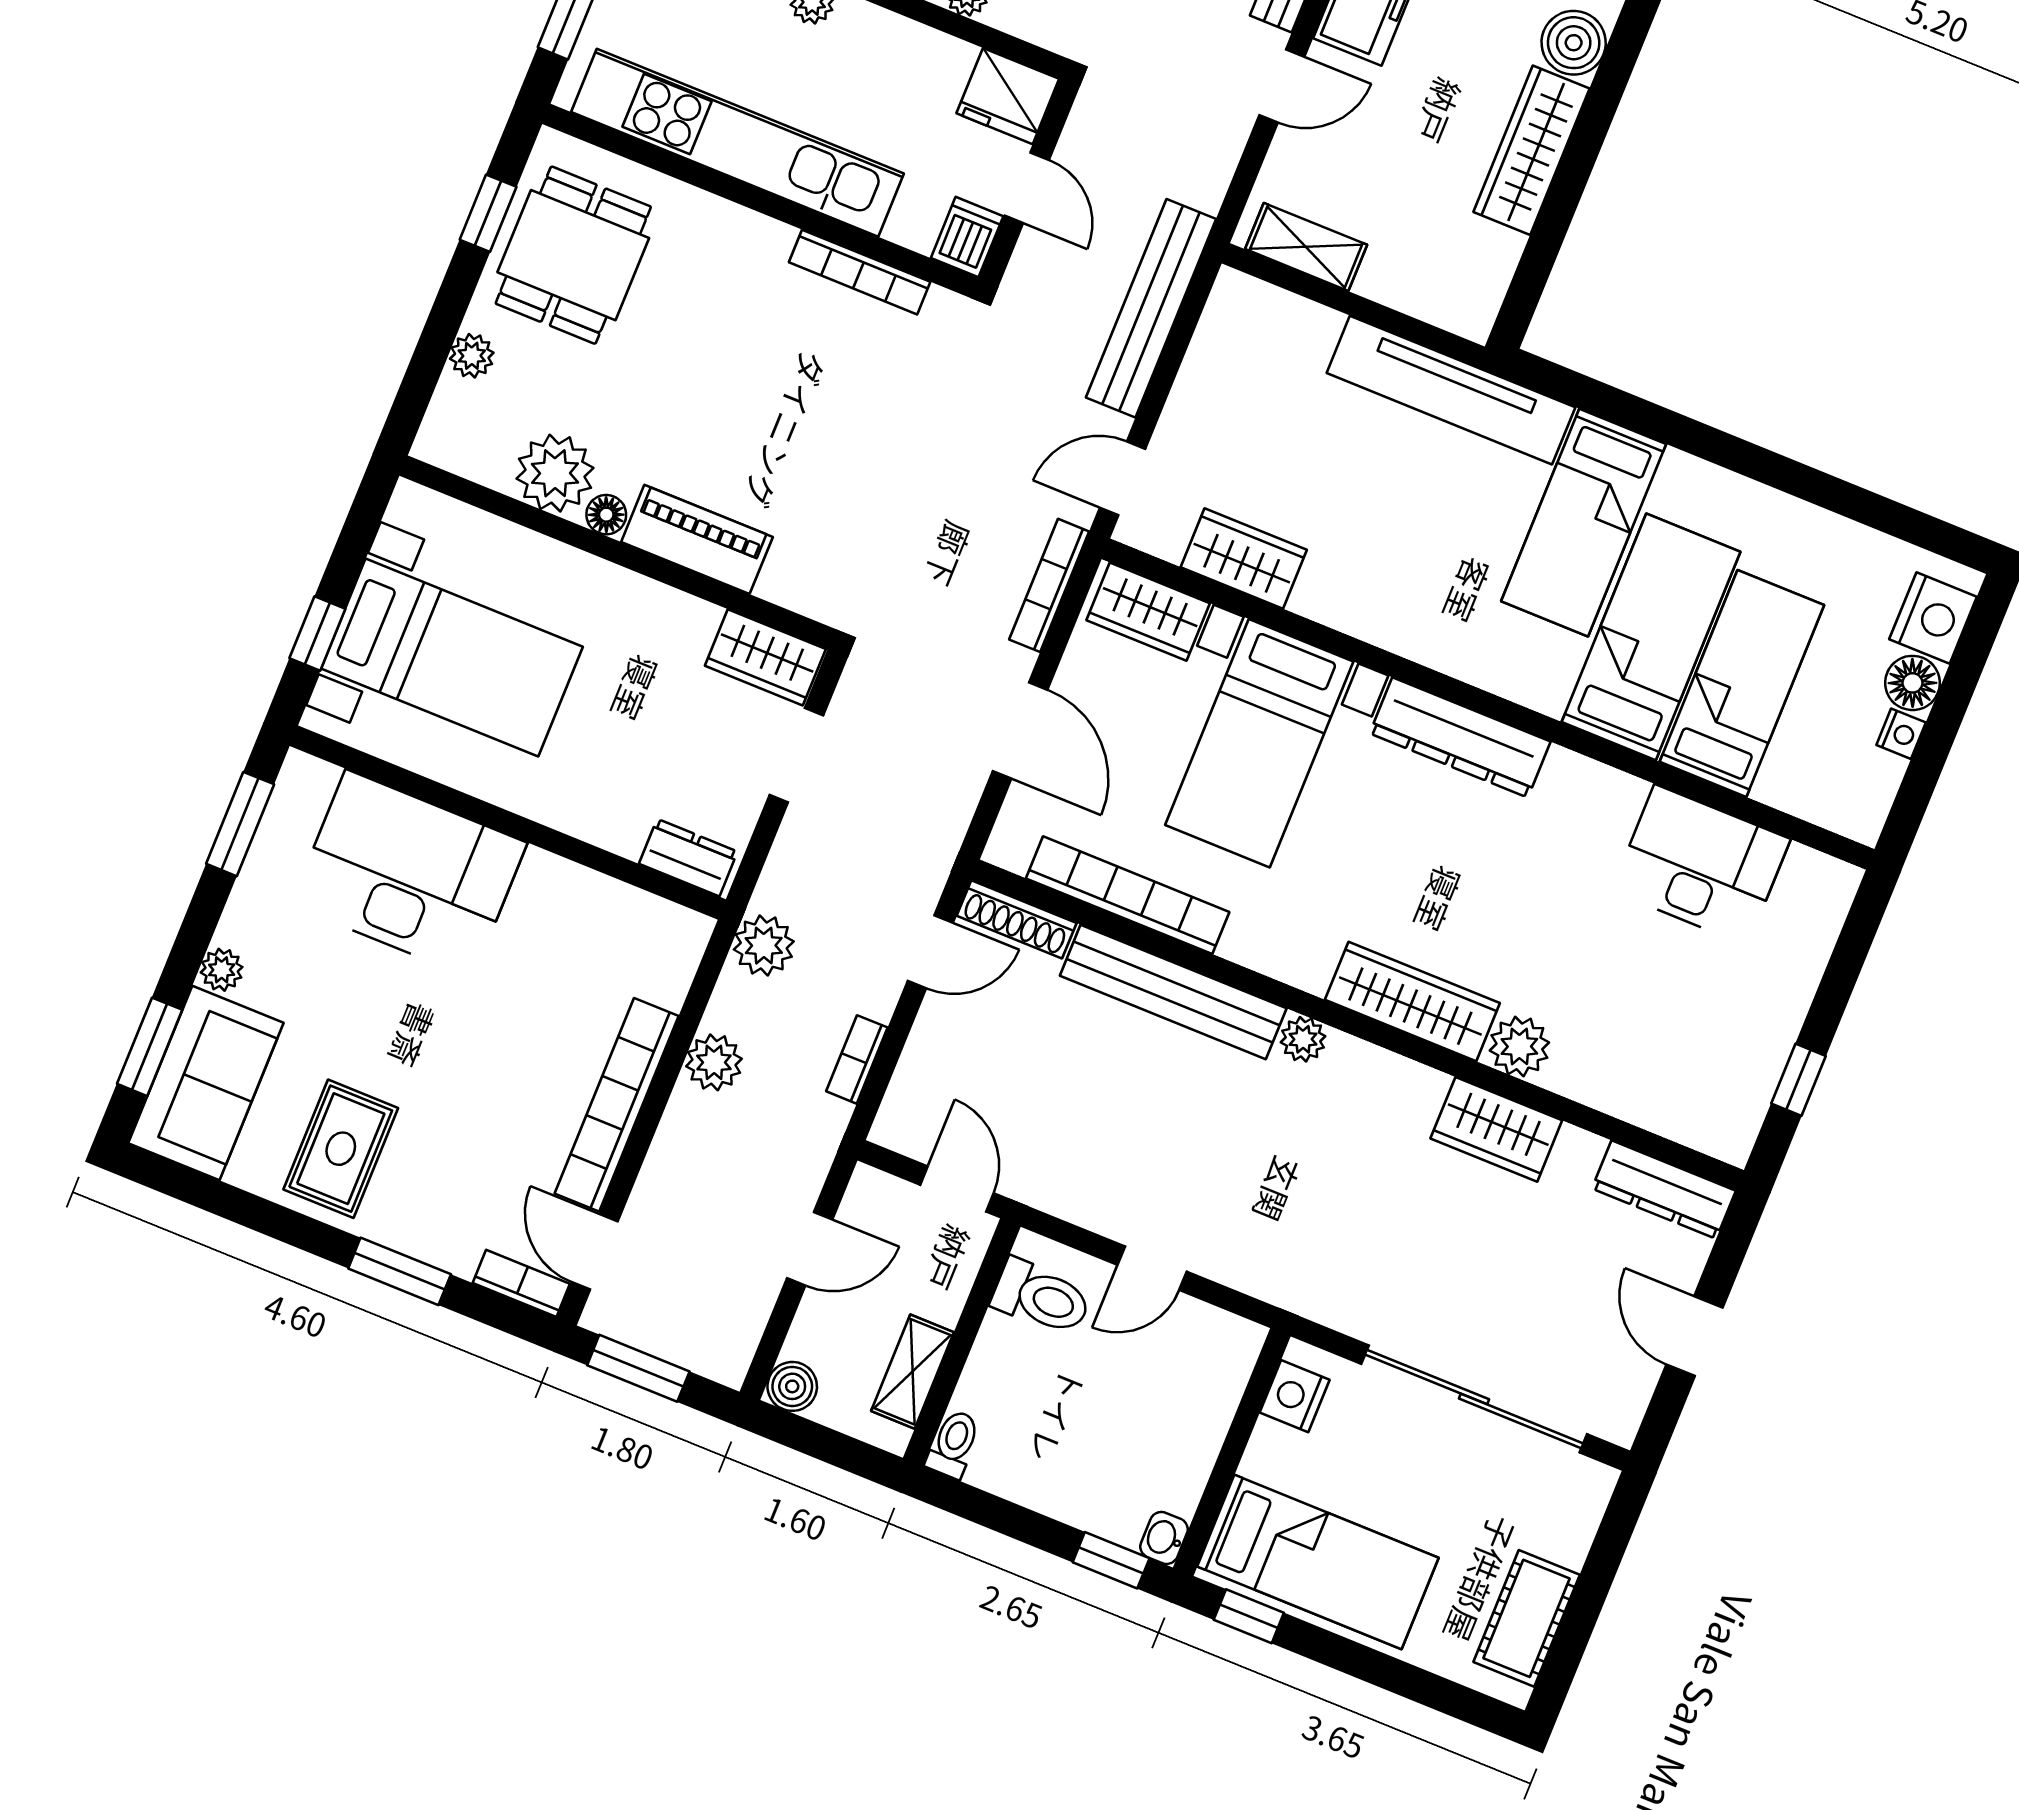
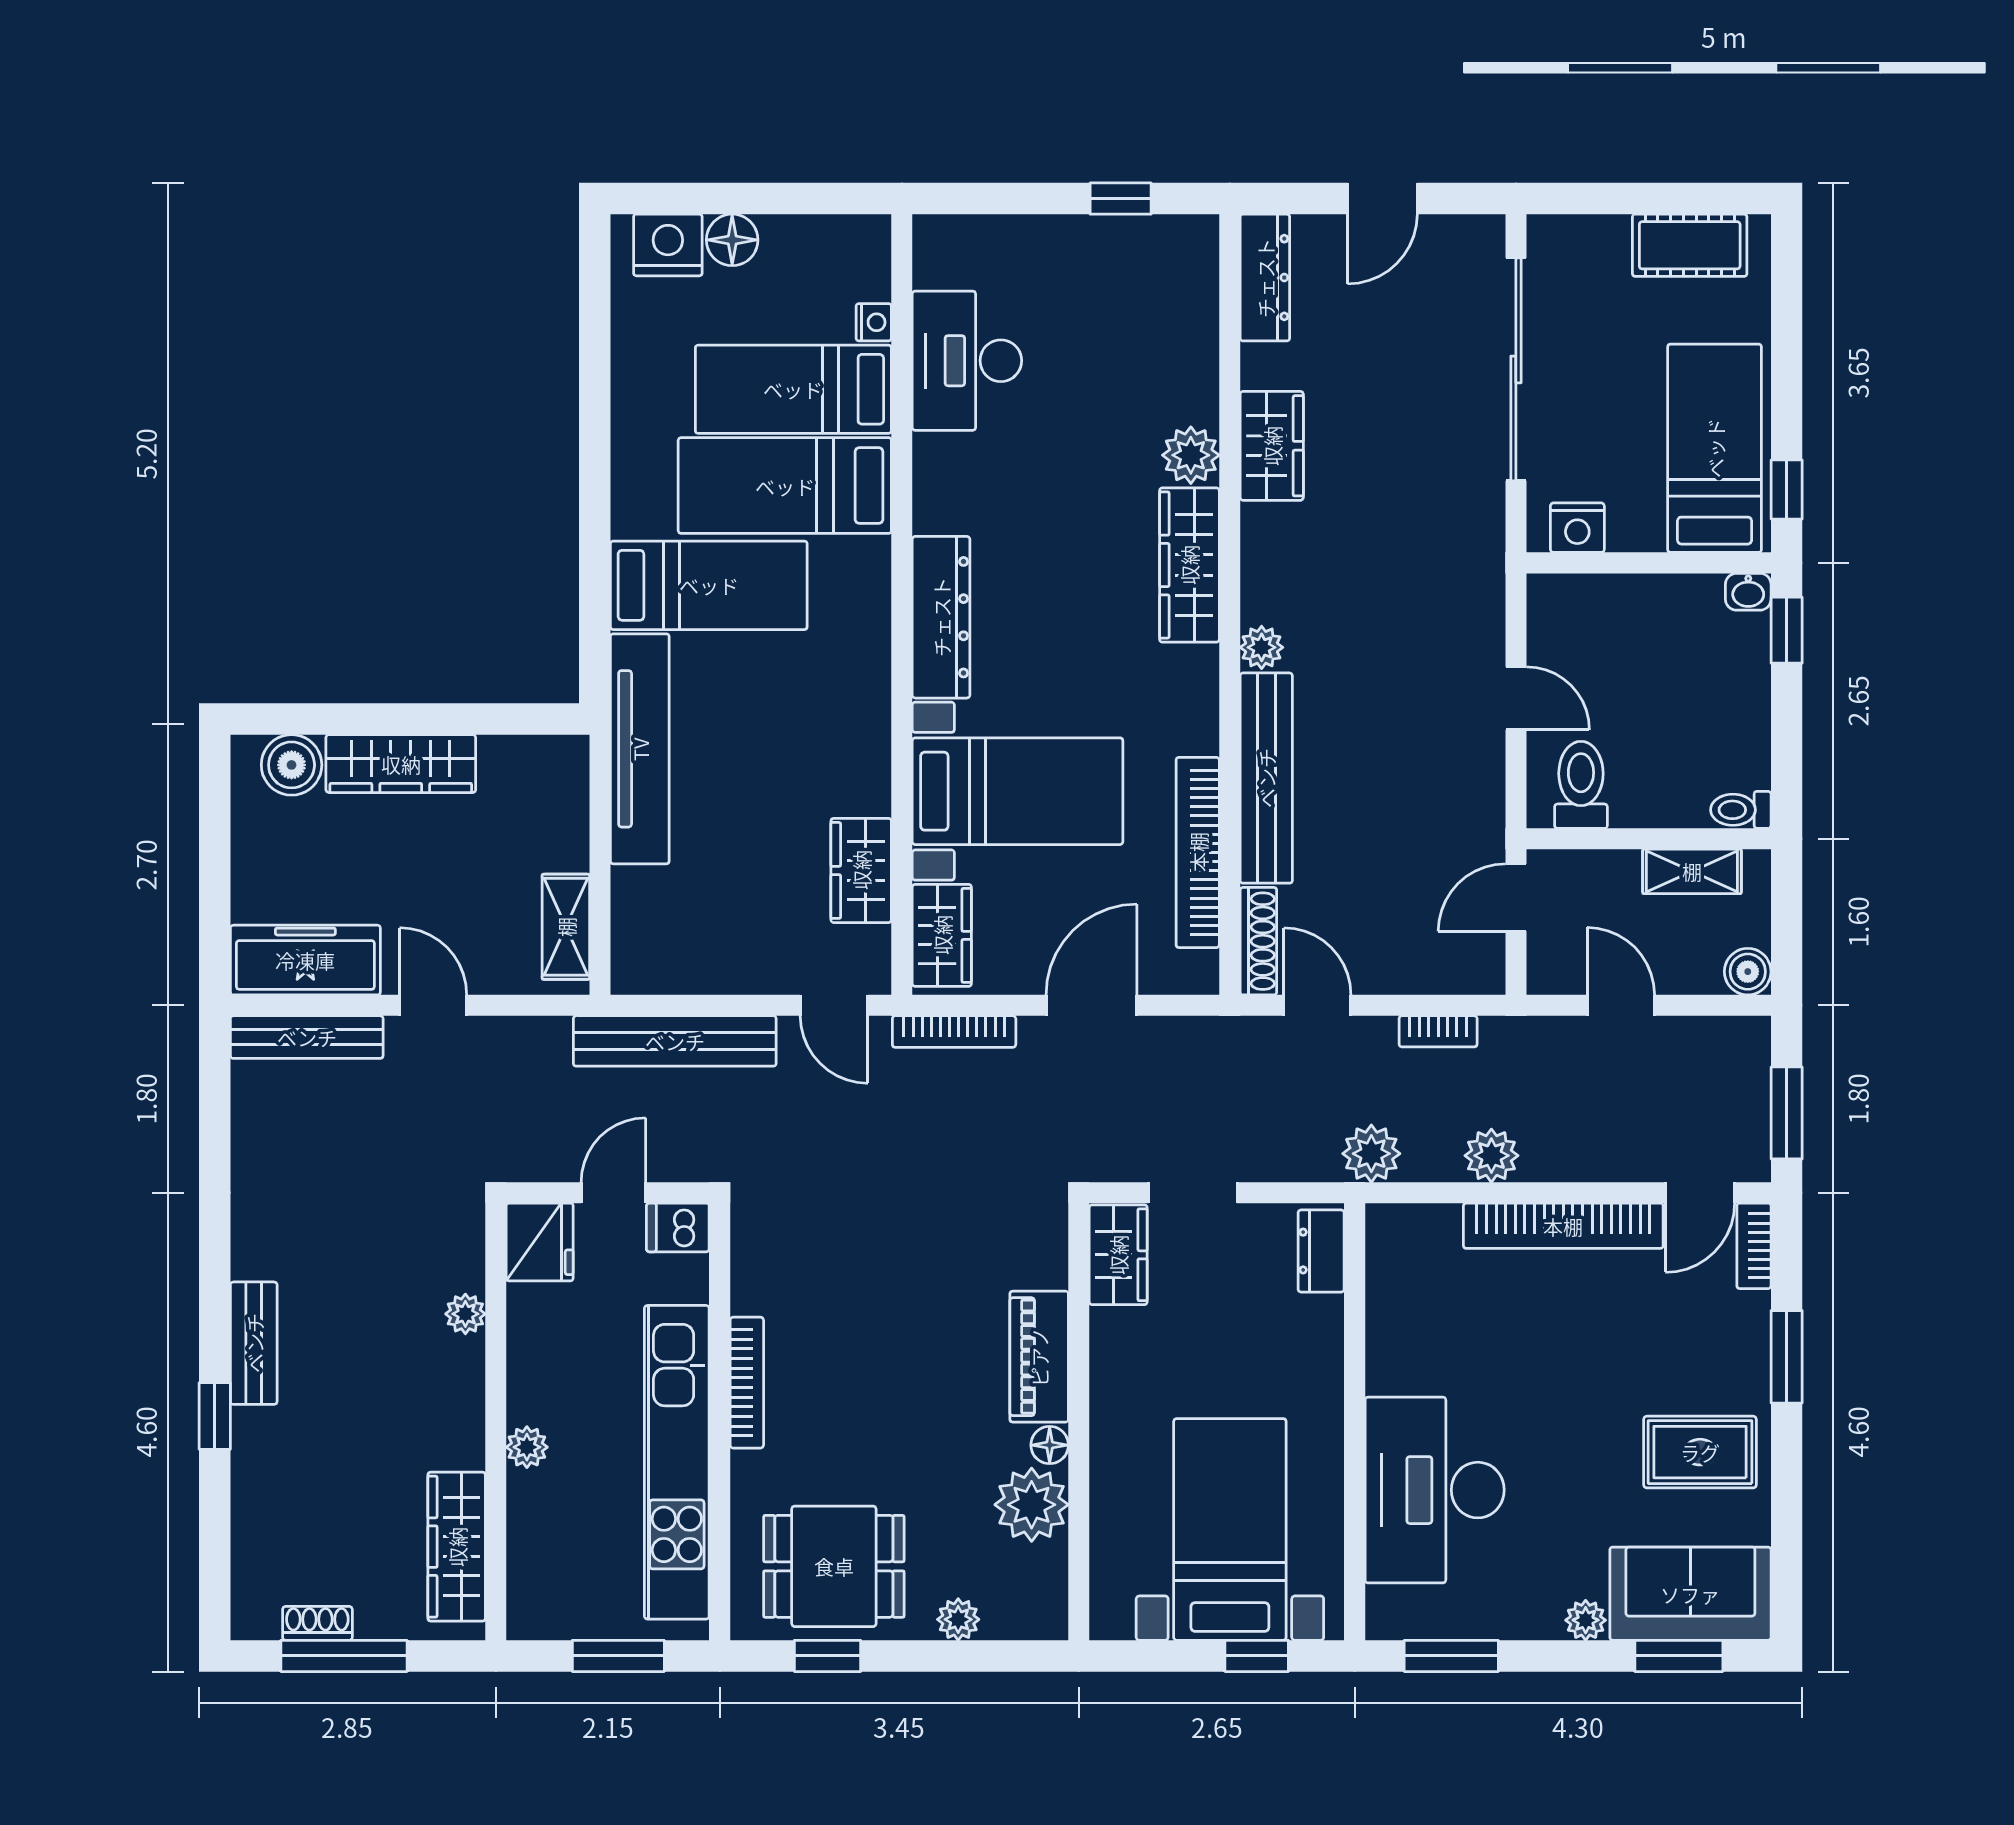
bookcase: (860, 272) -> (747, 1383), moved
nightstand: (1901, 734) -> (874, 322), moved, turned 90

